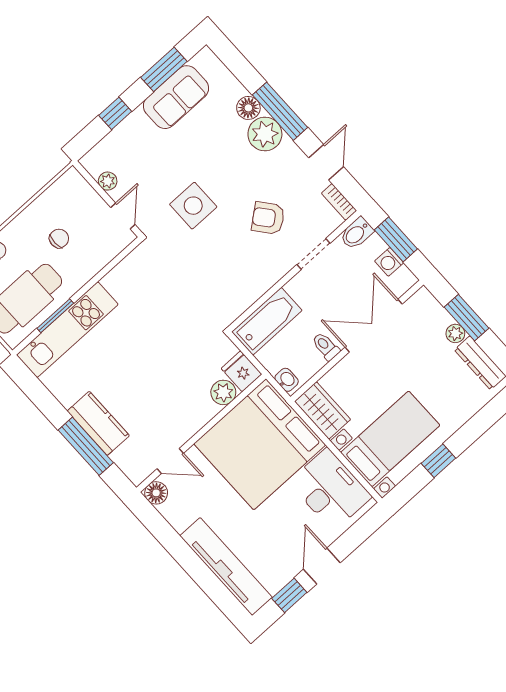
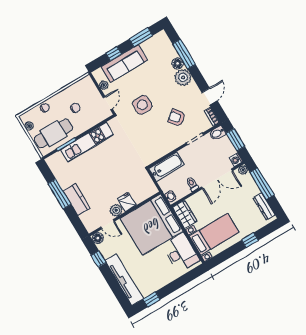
sofa: (176, 97) -> (124, 63), moved, width x1.36
window: (280, 111) -> (184, 54), moved
washing machine: (389, 262) -> (236, 160), moved
window: (466, 318) -> (262, 184), width x1.44
double door: (374, 326) -> (217, 179), swing flipped
kitchen unit: (67, 330) -> (87, 142), moved
plant: (455, 333) -> (243, 170), moved
fridge: (241, 371) -> (127, 202), moved
plant: (223, 392) -> (116, 210), moved
window: (86, 446) -> (59, 194), moved
window: (438, 461) -> (250, 240), moved
window: (166, 535) -> (98, 259), added
door: (322, 566) -> (170, 288), removed

